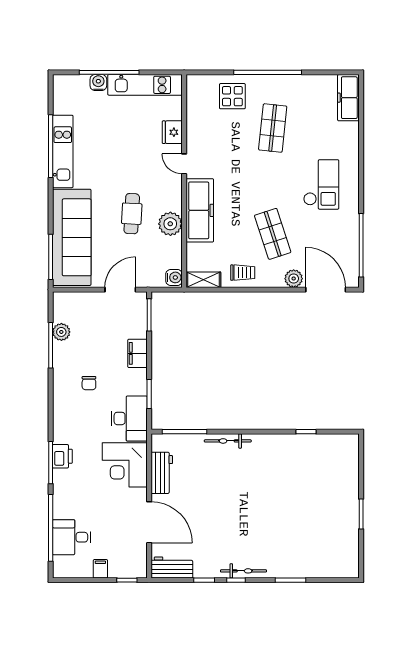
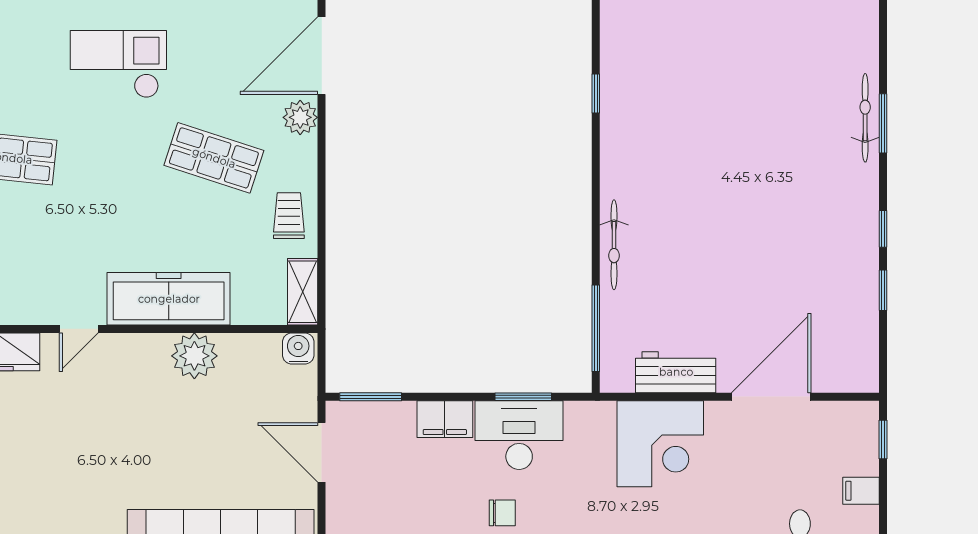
cafe table: (132, 214) -> (175, 430), removed
shop shelf: (273, 234) -> (214, 158), turned 36
desk: (129, 418) -> (519, 435), moved
workbench: (172, 567) -> (859, 353), removed
bicycle: (243, 571) -> (865, 118), moved

